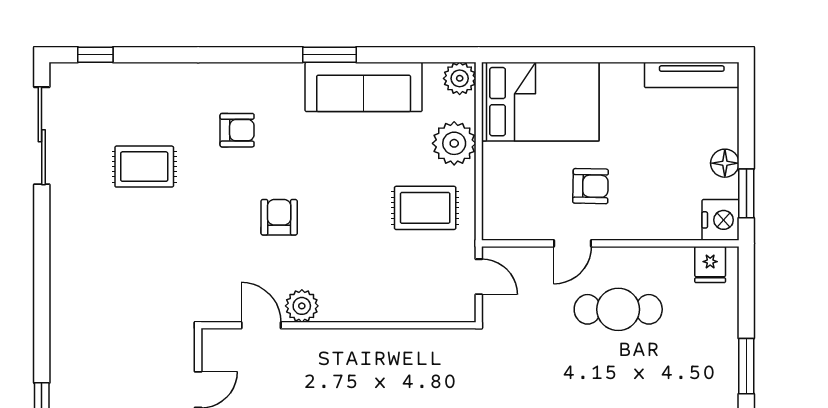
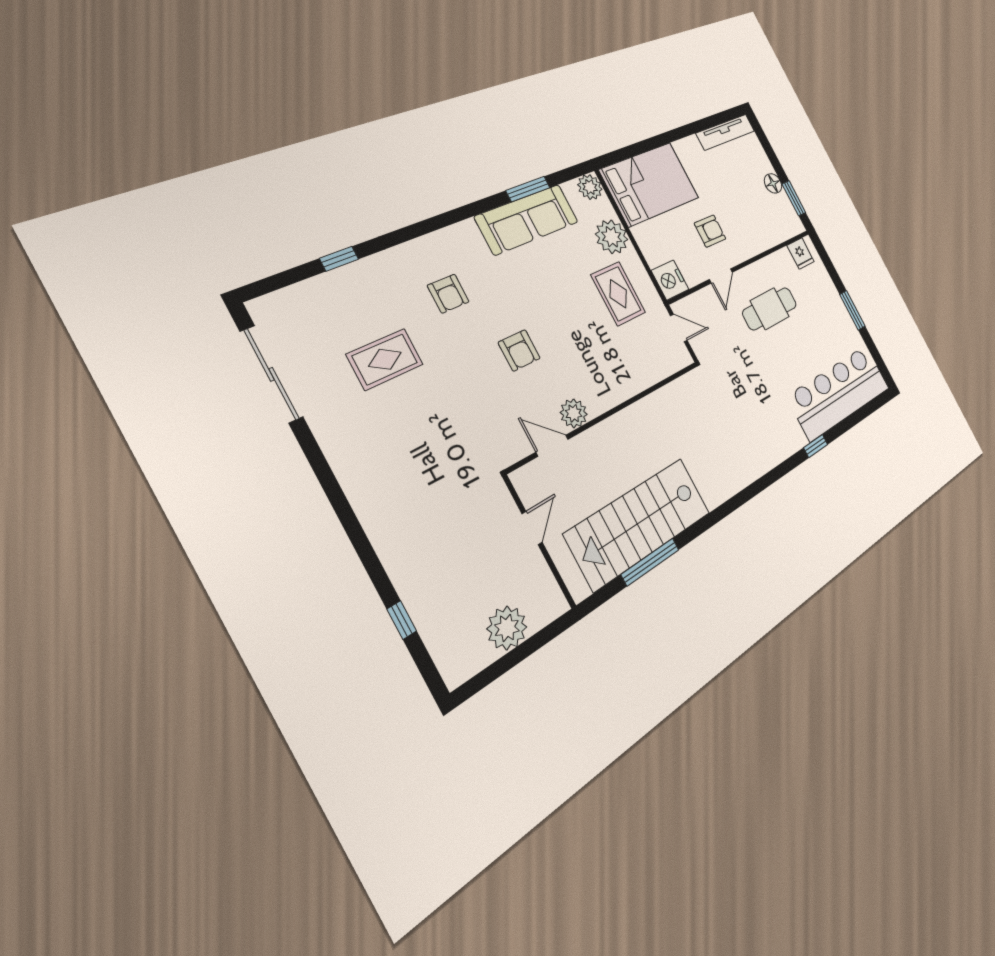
window: (95, 55) -> (339, 259), moved
window: (329, 55) -> (528, 189), moved
armchair: (237, 130) -> (448, 294), turned 90
rug: (425, 208) -> (618, 294), turned 90
armchair: (279, 217) -> (519, 350), turned 180
nightstand: (721, 220) -> (670, 280), moved, turned 180

